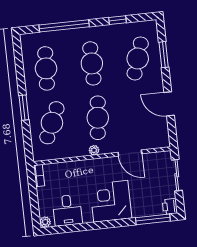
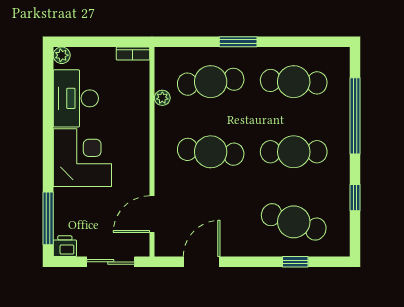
window: (164, 55) -> (295, 262), width x0.67
door: (169, 104) -> (202, 262), moved
cafe table: (52, 123) -> (211, 82), turned -30
plant: (94, 150) -> (162, 98), moved
door: (130, 153) -> (152, 214), moved
desk: (67, 210) -> (76, 98), width x1.37

